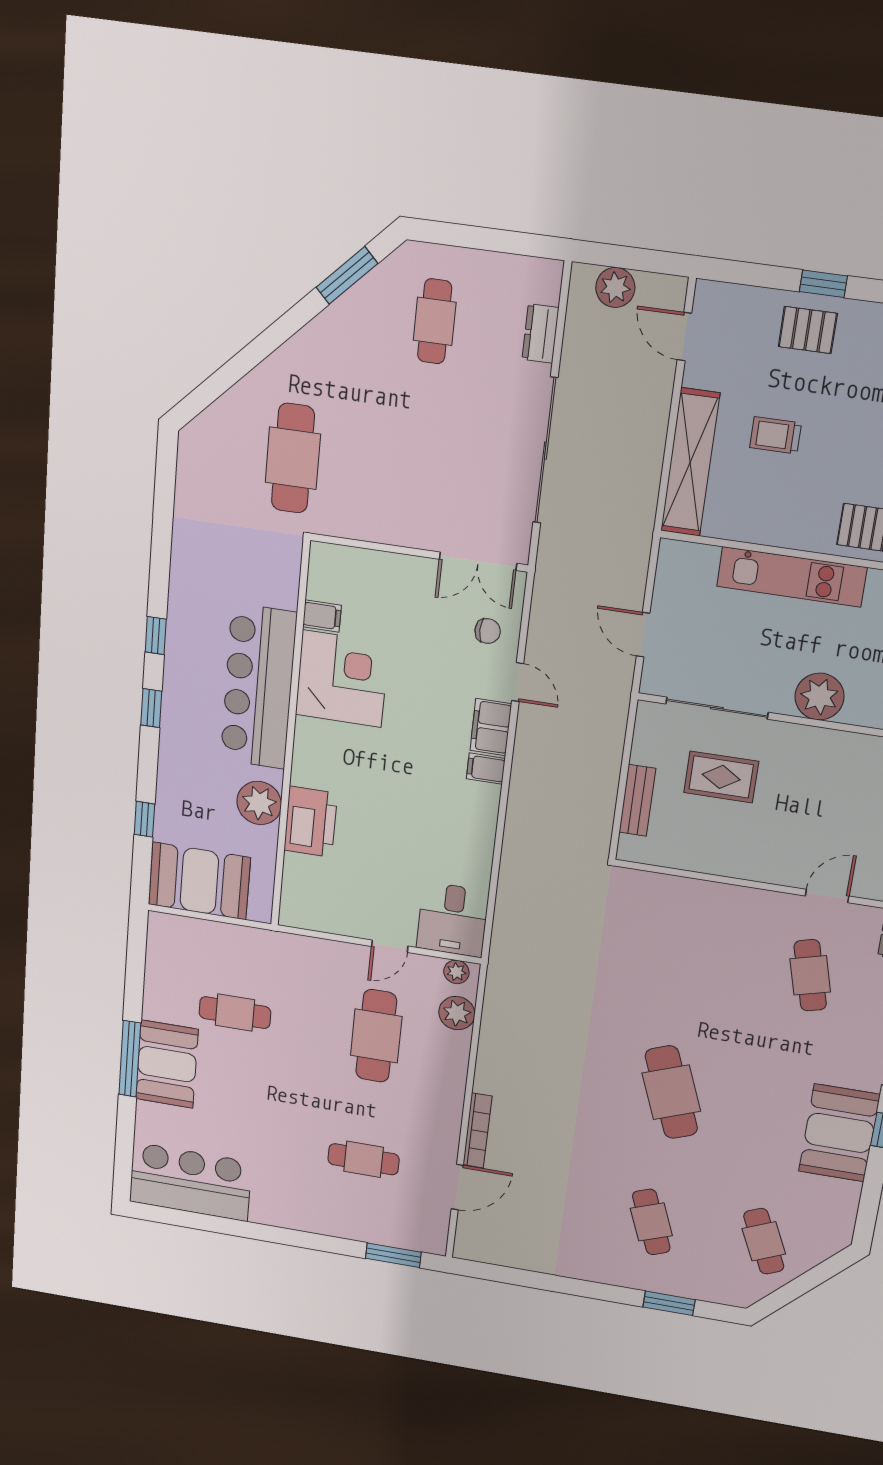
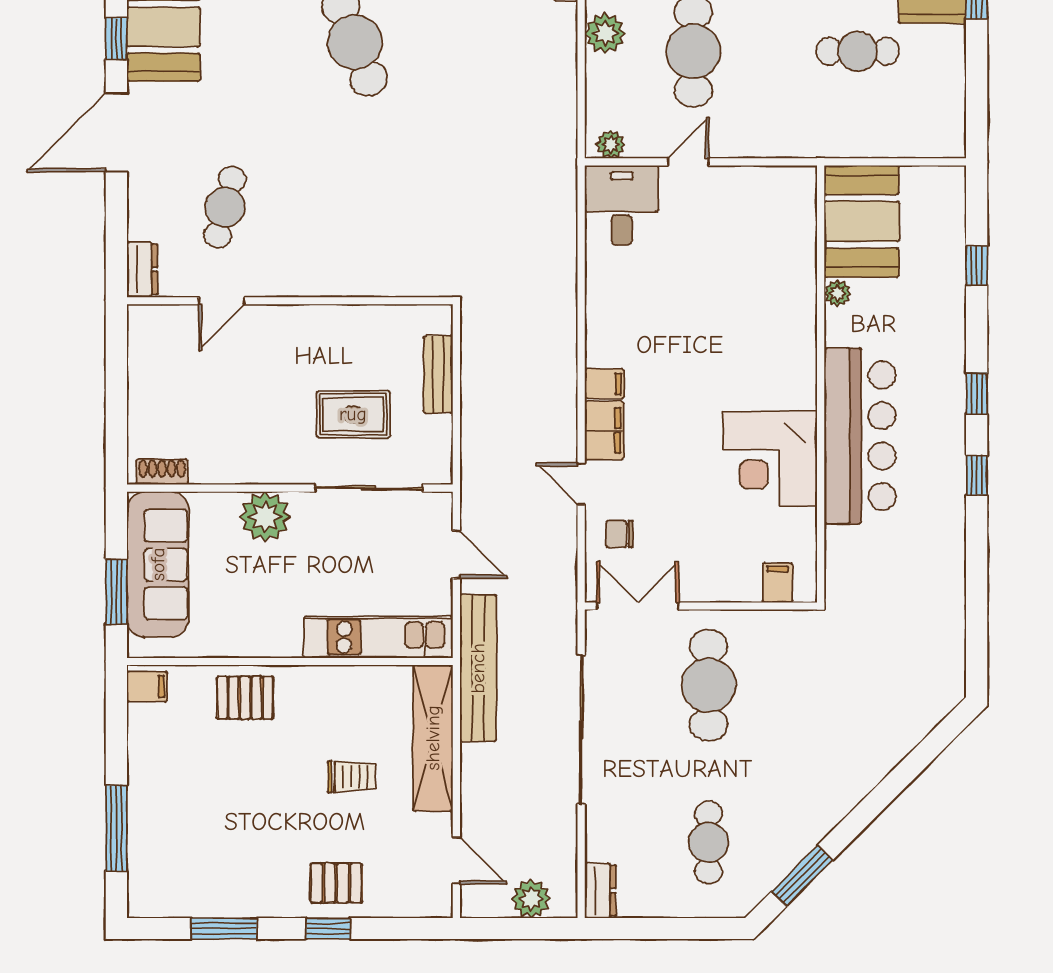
dresser: (540, 333) -> (600, 891), moved
cafe table: (293, 458) -> (709, 685), moved
bench: (637, 524) -> (478, 668), added
kitchen unit: (792, 577) -> (378, 637), moved
filing cabinet: (322, 616) -> (777, 583), moved, turned 90
plant: (259, 803) -> (837, 293), width x0.53, depth x0.53
printer: (311, 822) -> (790, 293), removed
booth: (199, 881) -> (862, 221), moved, turned 90
cafe table: (810, 975) -> (225, 207), turned 30
plant: (457, 1013) -> (605, 33), moved

